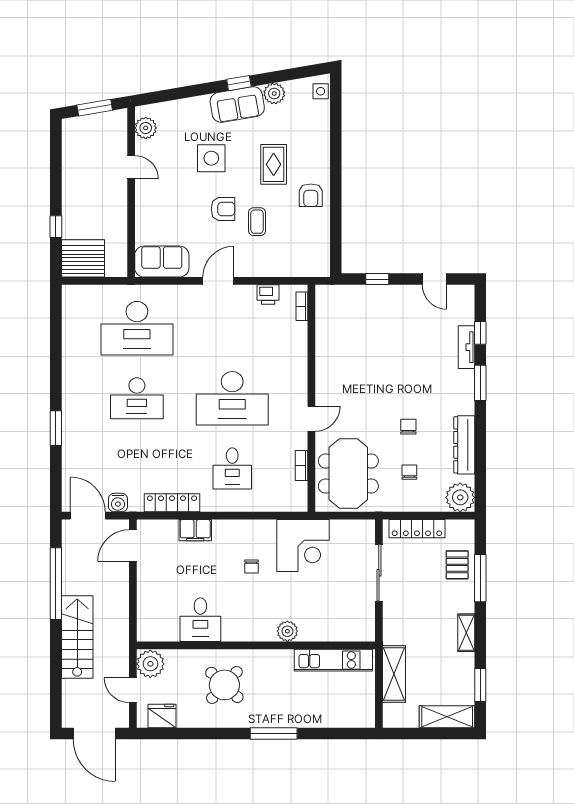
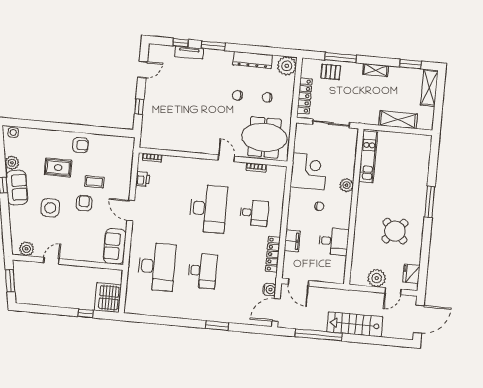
desk: (200, 620) -> (334, 241), moved
plant: (287, 631) -> (347, 185), moved
wall: (256, 645) -> (354, 207), moved
kitchen unit: (333, 660) -> (368, 157), moved

